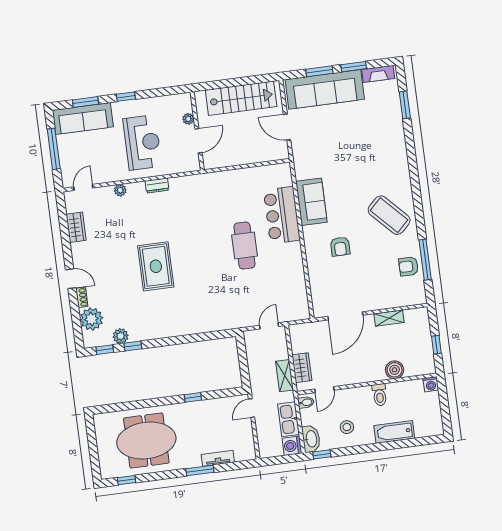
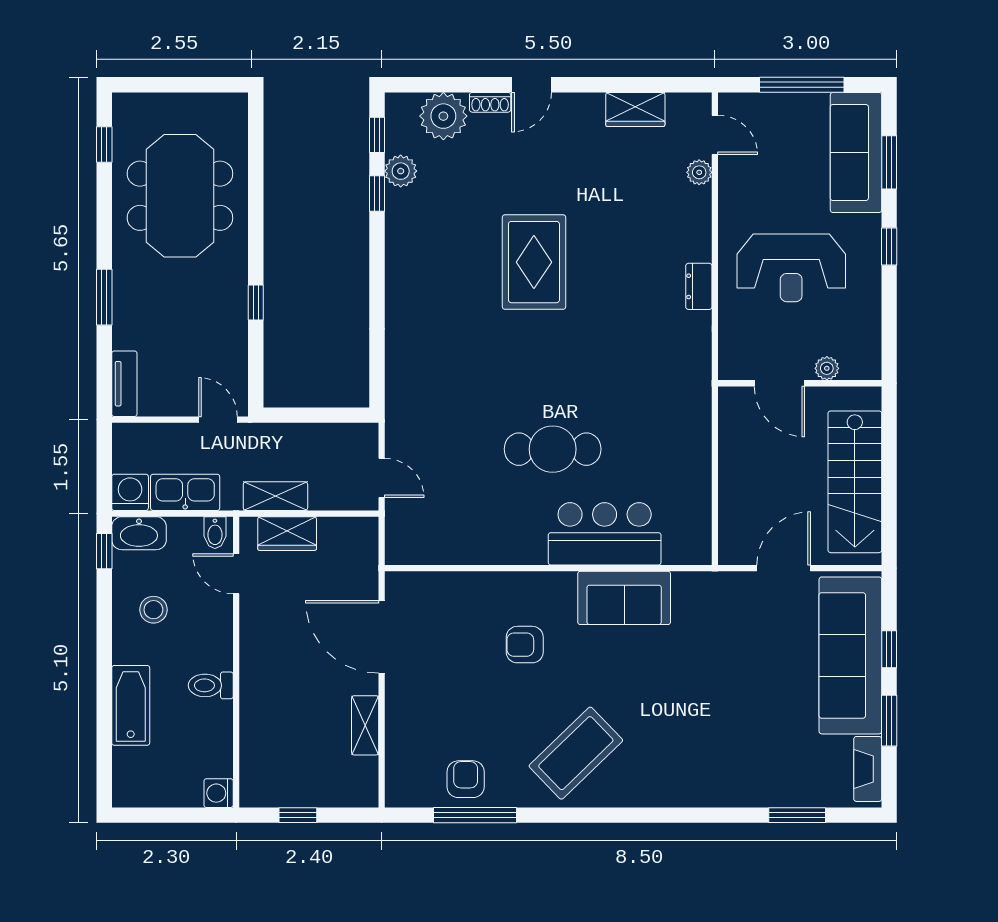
window: (319, 71) -> (889, 649), width x0.67
plant: (120, 190) -> (699, 172), moved
rug: (156, 266) -> (534, 262), turned 90
boiler: (395, 370) -> (258, 723), removed
tv unit: (218, 458) -> (124, 384), moved

